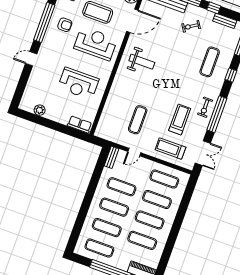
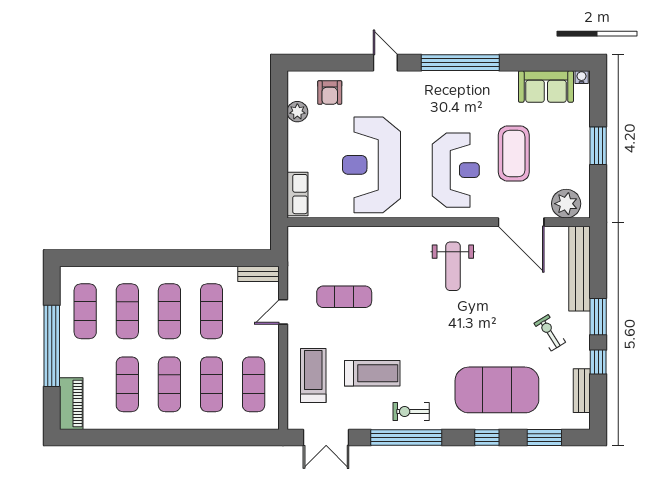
armchair: (65, 25) -> (330, 92), moved
exercise mat: (210, 62) -> (497, 390), width x2.00, depth x1.45
reception desk: (78, 83) -> (371, 165), width x1.36, depth x1.30
door: (134, 152) -> (283, 312), hinge flipped

